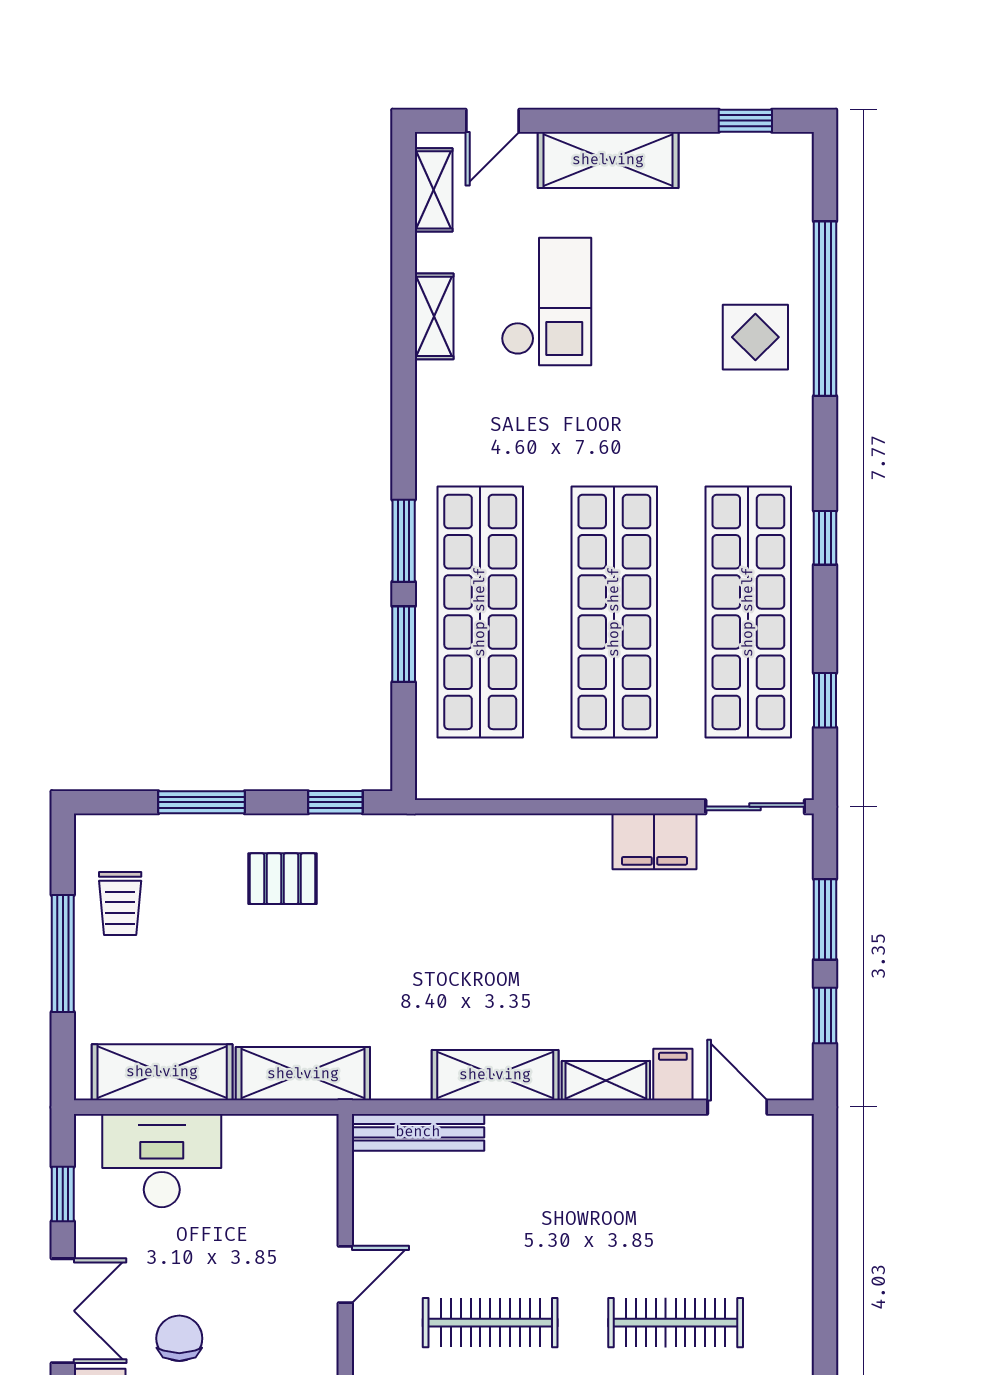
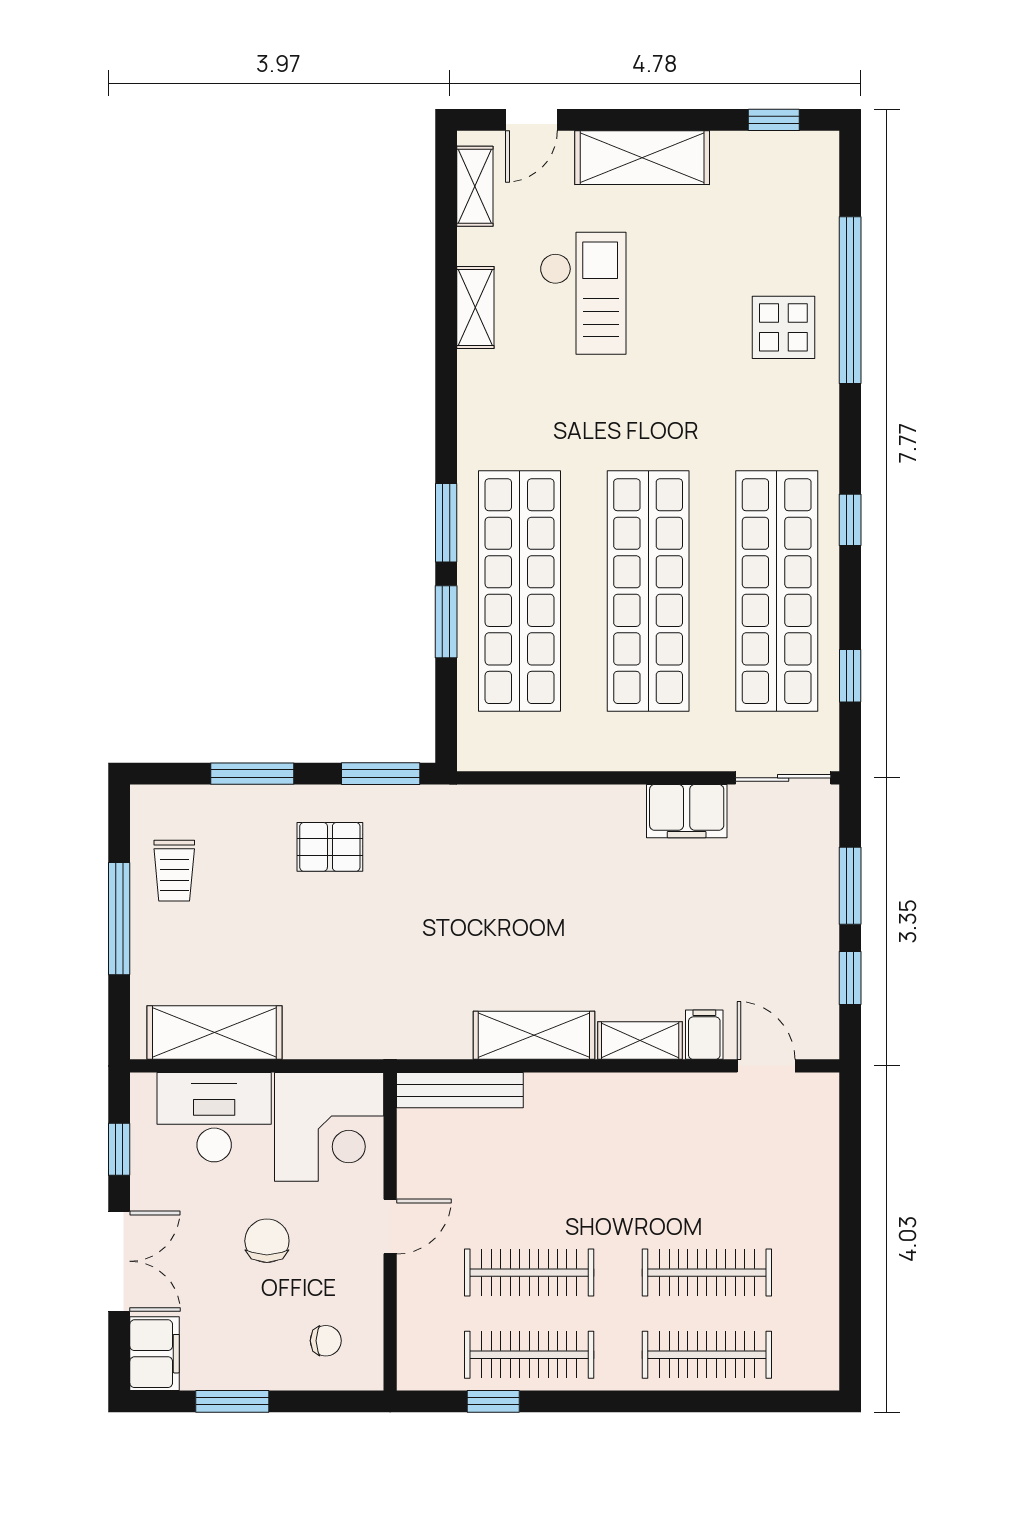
window: (335, 802) -> (381, 774), width x1.50
shelving: (303, 1074) -> (350, 1034), removed
corner desk: (282, 1171) -> (329, 1127), added
chair: (179, 1338) -> (267, 1241), moved

